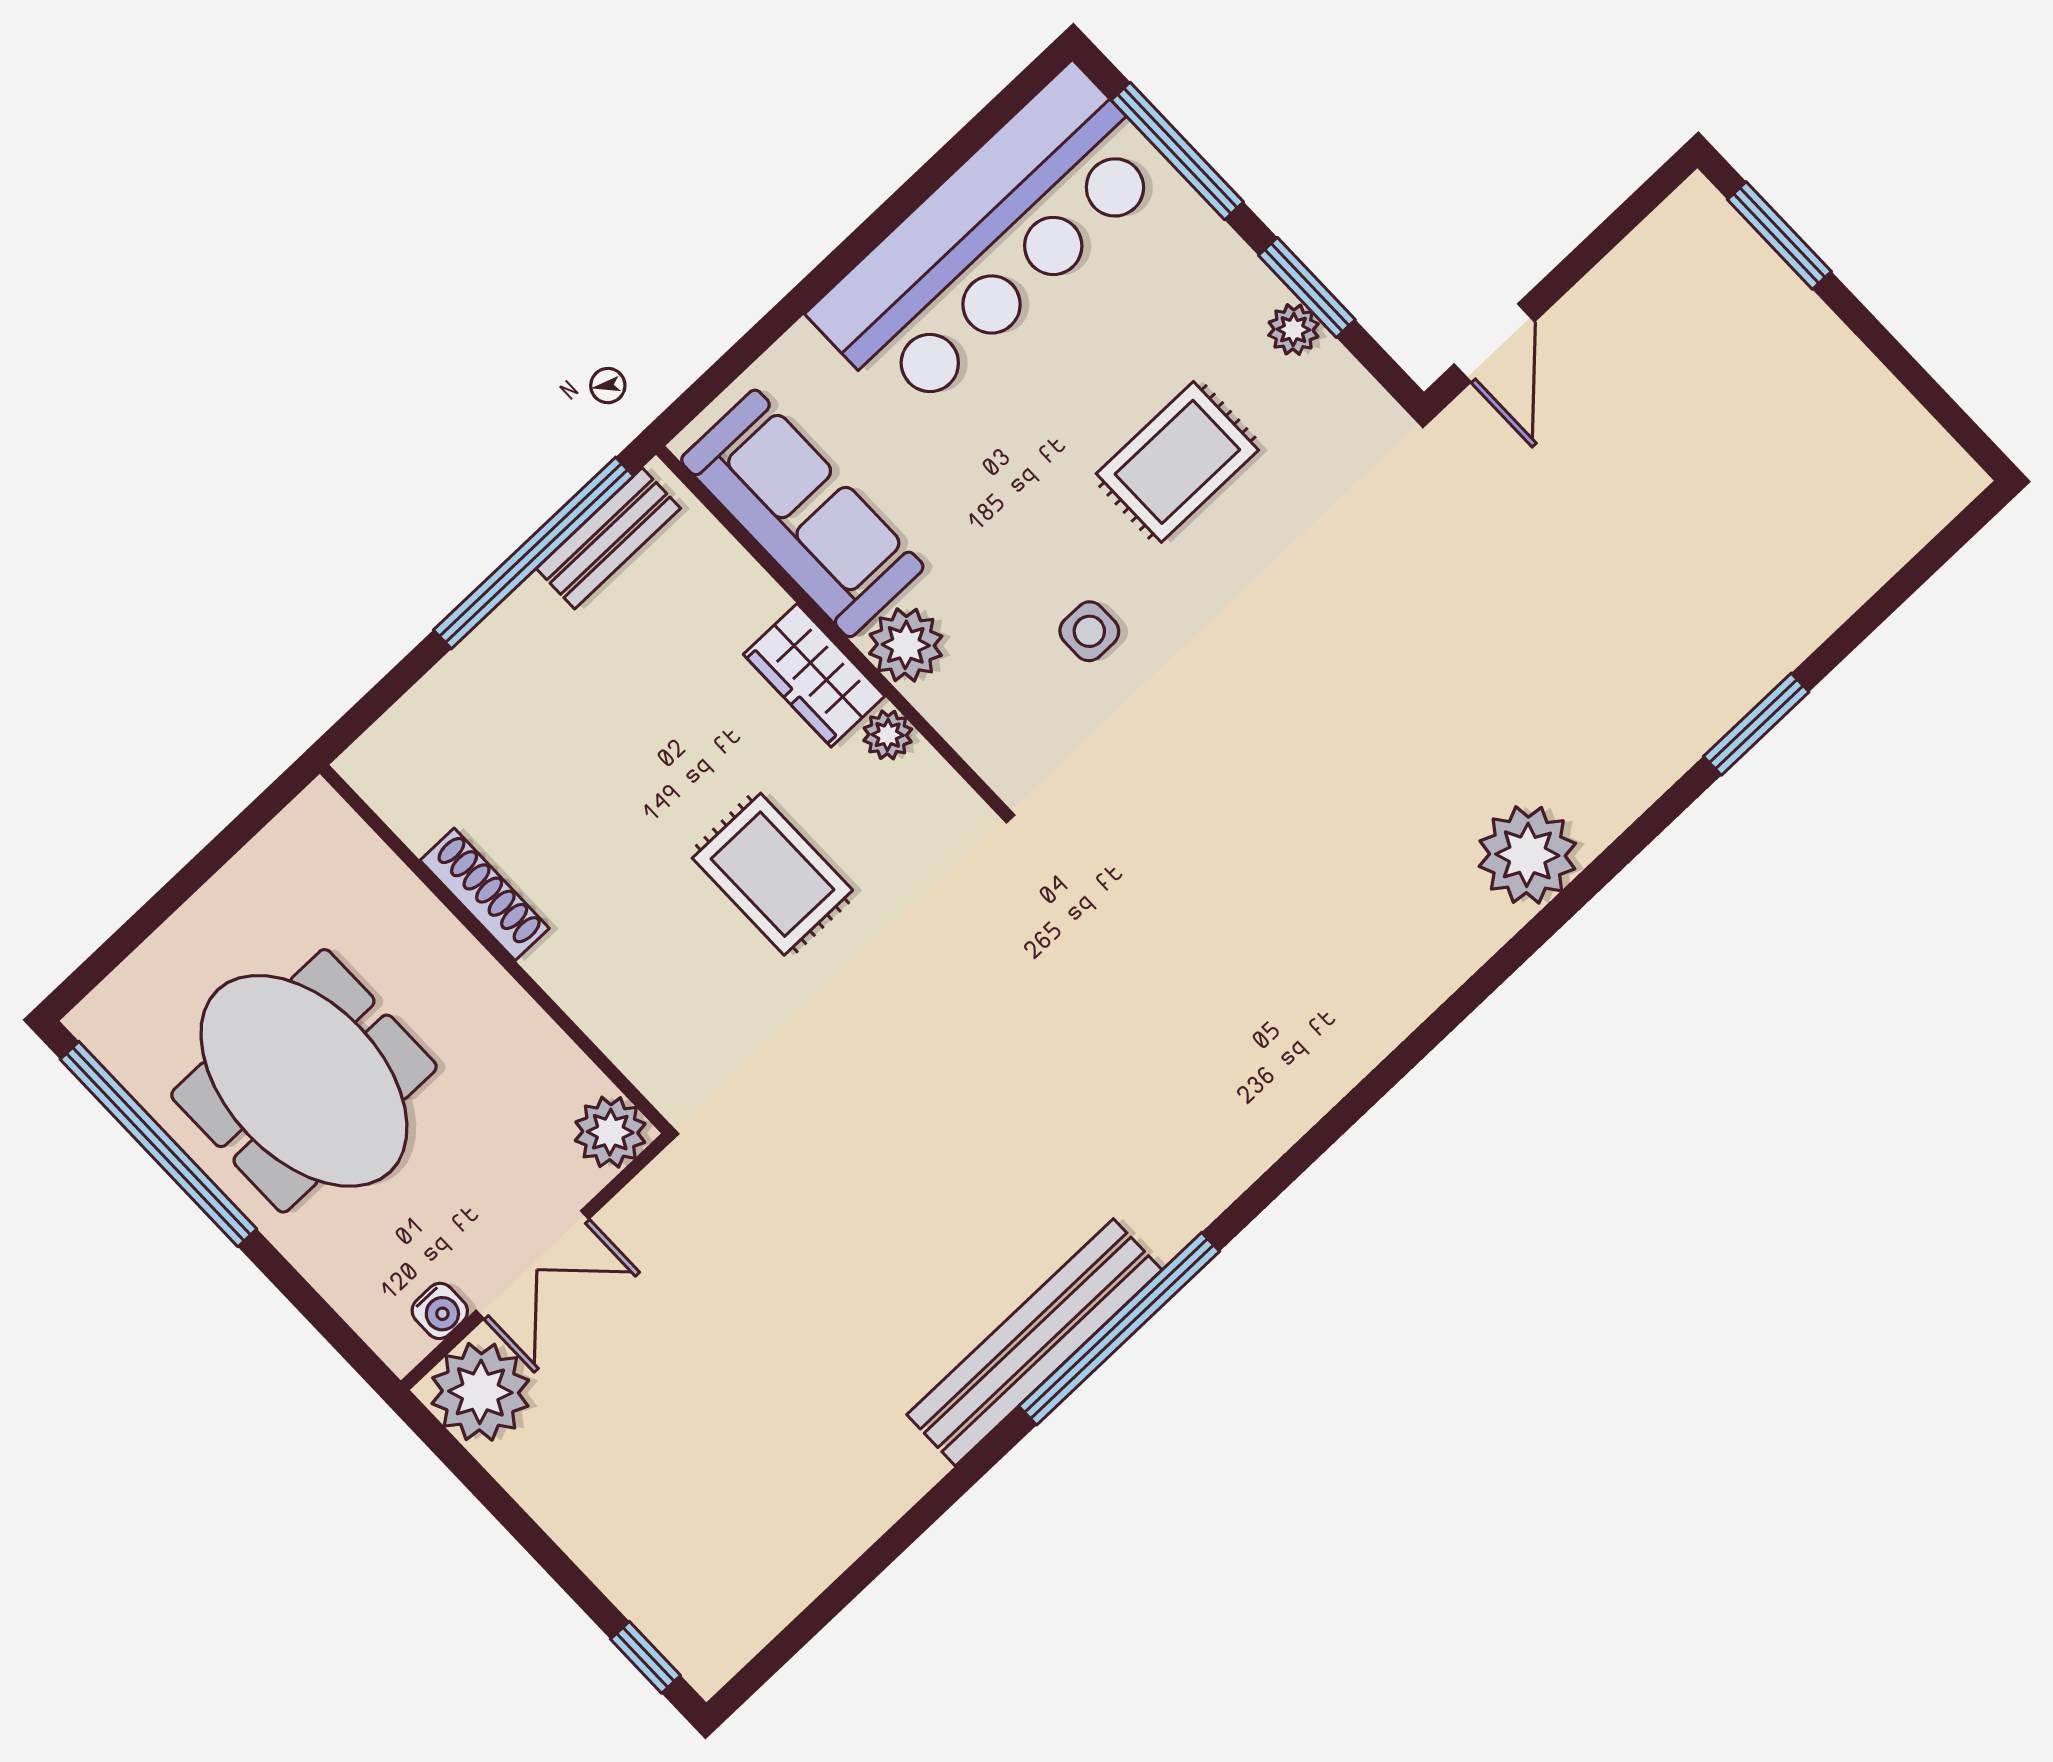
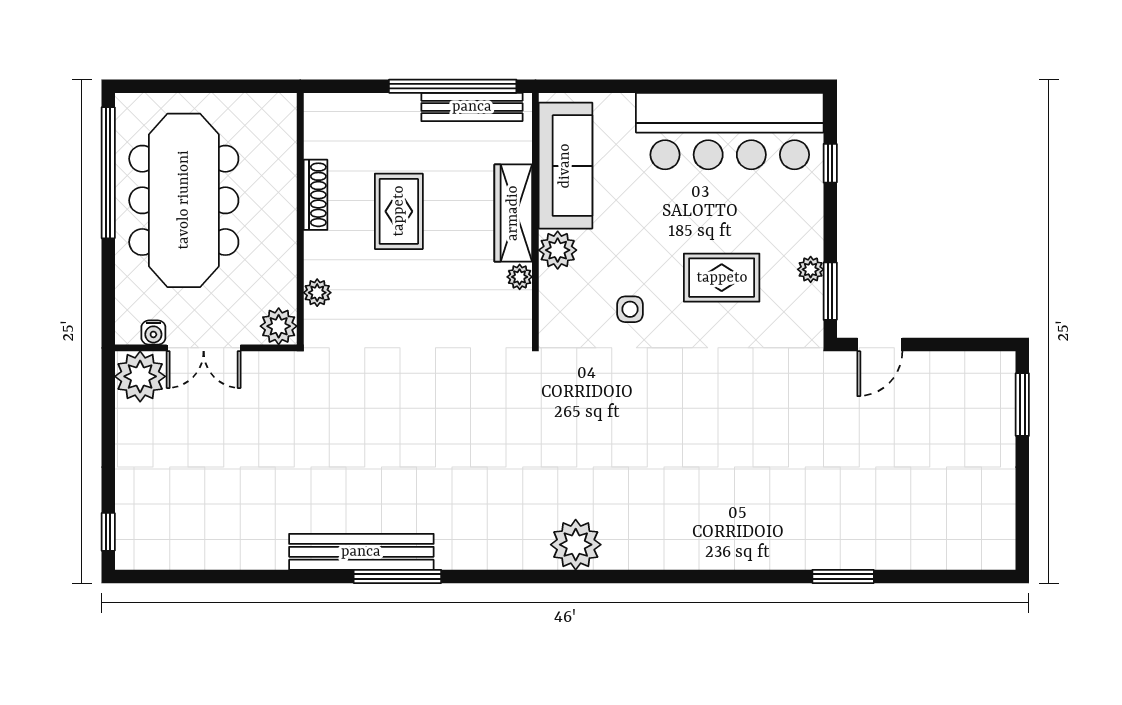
window: (1177, 151) -> (830, 163), width x0.46
window: (1307, 287) -> (830, 291), moved
bench: (608, 538) -> (472, 107), width x1.36
wardrobe: (814, 675) -> (513, 213), width x1.50
plant: (1527, 855) -> (576, 545), moved
rug: (772, 874) -> (399, 211), moved
plant: (620, 1032) -> (317, 293), added
meeting table: (304, 1081) -> (184, 200), width x1.36
window: (1119, 1329) -> (397, 576), width x0.68

